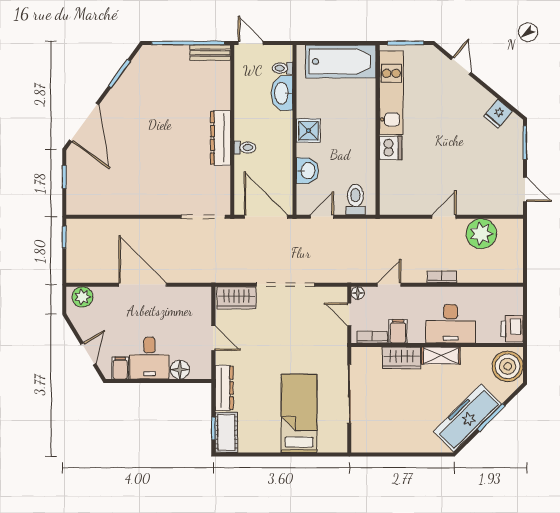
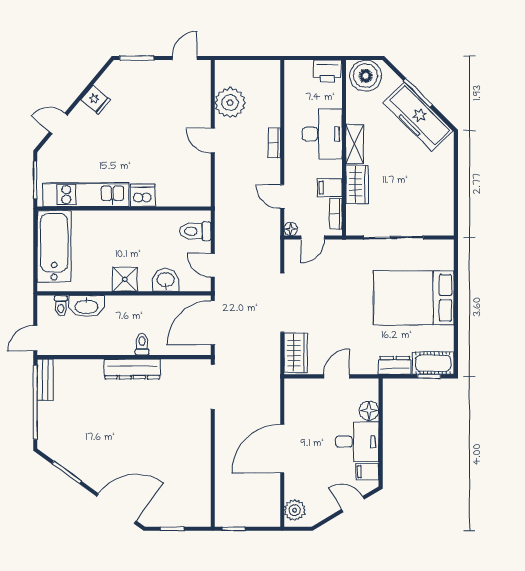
fridge: (498, 114) -> (96, 100), moved
dresser: (224, 388) -> (395, 365), width x0.70
bed: (299, 413) -> (414, 298), width x1.50

